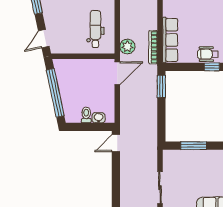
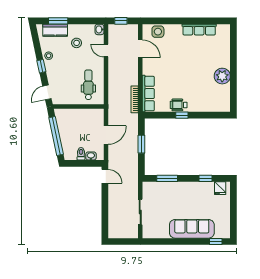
plant: (127, 47) -> (114, 99), removed
door: (117, 73) -> (106, 135), moved
window: (161, 86) -> (141, 144), moved
door: (116, 143) -> (105, 176), swing flipped

